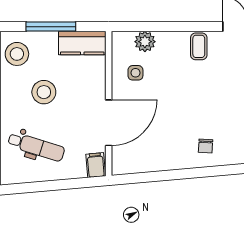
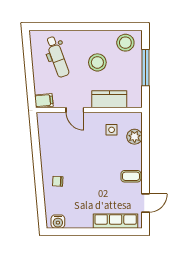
kitchen counter: (82, 43) -> (109, 99), moved, turned 90
door: (109, 123) -> (75, 110), width x0.53
dental chair: (36, 147) -> (57, 57), turned -37

